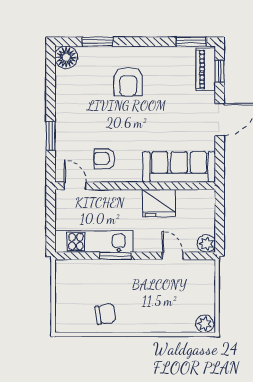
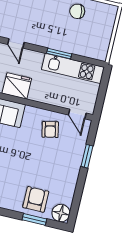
armchair: (128, 82) -> (36, 199), moved
armchair: (104, 159) -> (50, 129), turned 78

